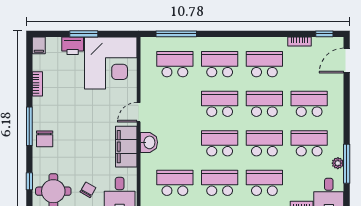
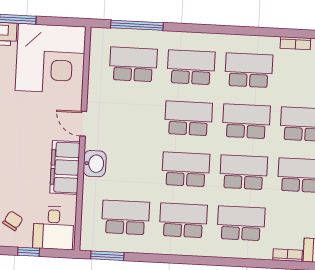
door: (139, 112) -> (83, 124), hinge flipped

